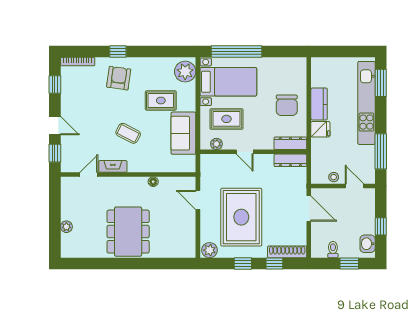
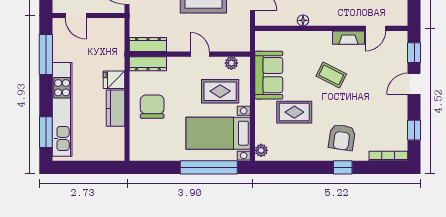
plant: (185, 72) -> (261, 150), width x0.53, depth x0.53
door: (55, 126) -> (414, 84), hinge flipped
stool: (334, 177) -> (99, 26), removed

